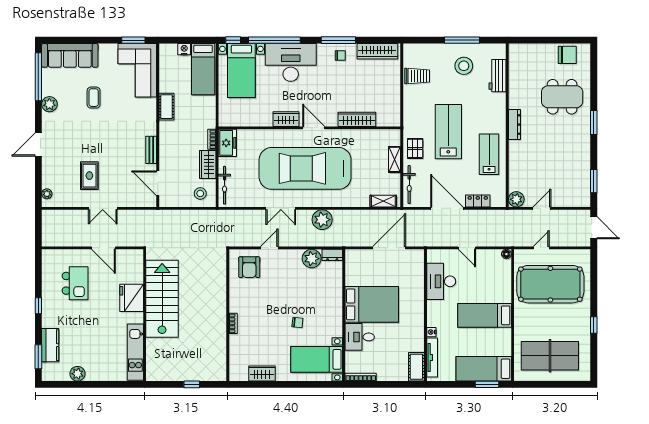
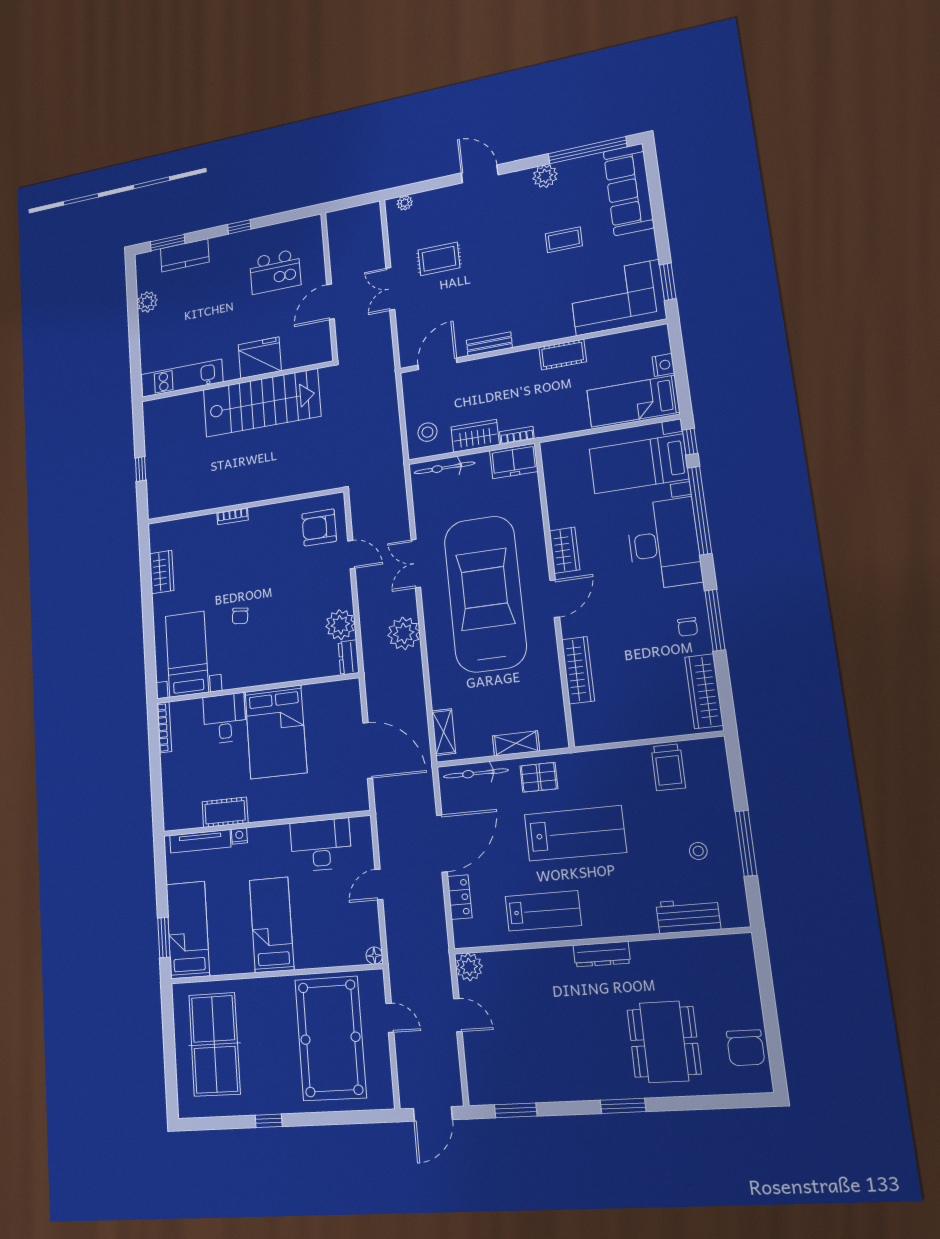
stool: (464, 66) -> (698, 851), width x0.53, depth x0.53
cot: (416, 367) -> (225, 812), moved

